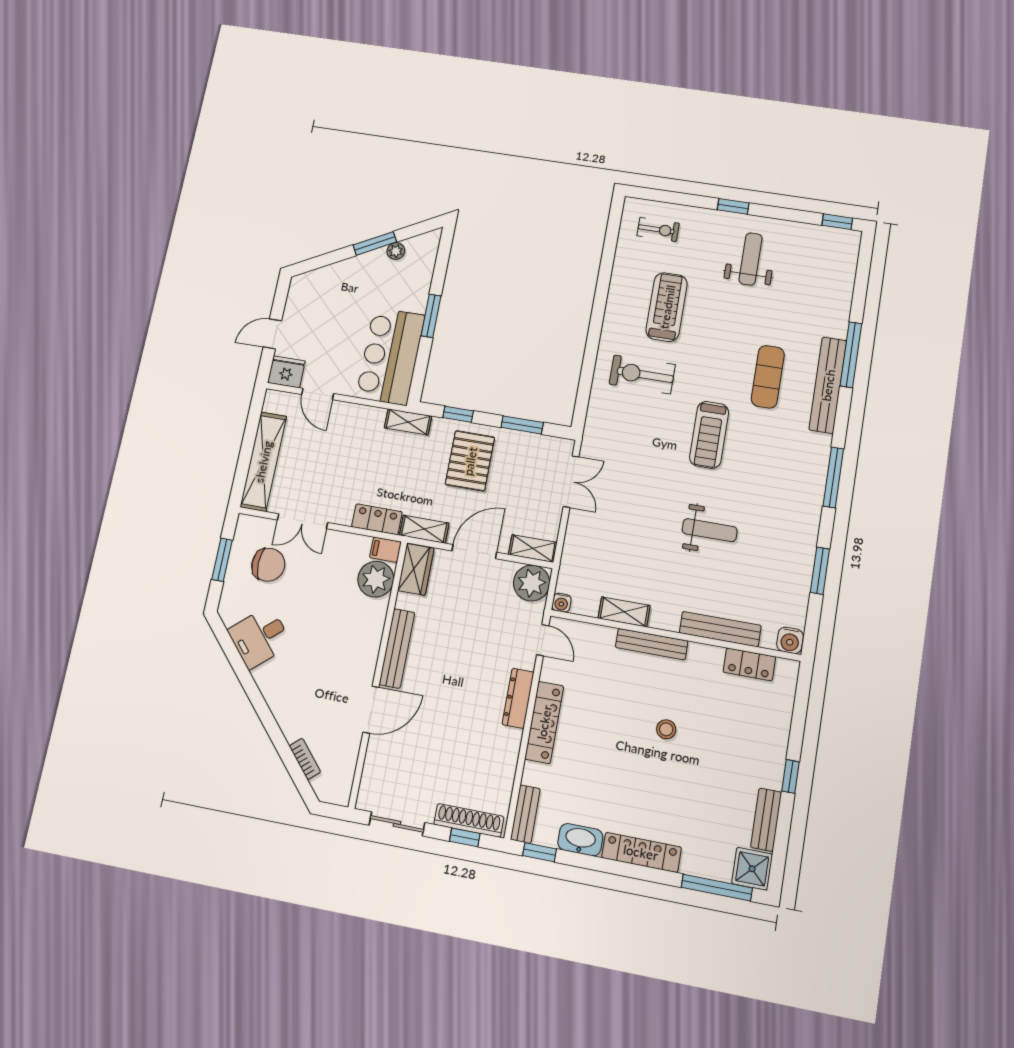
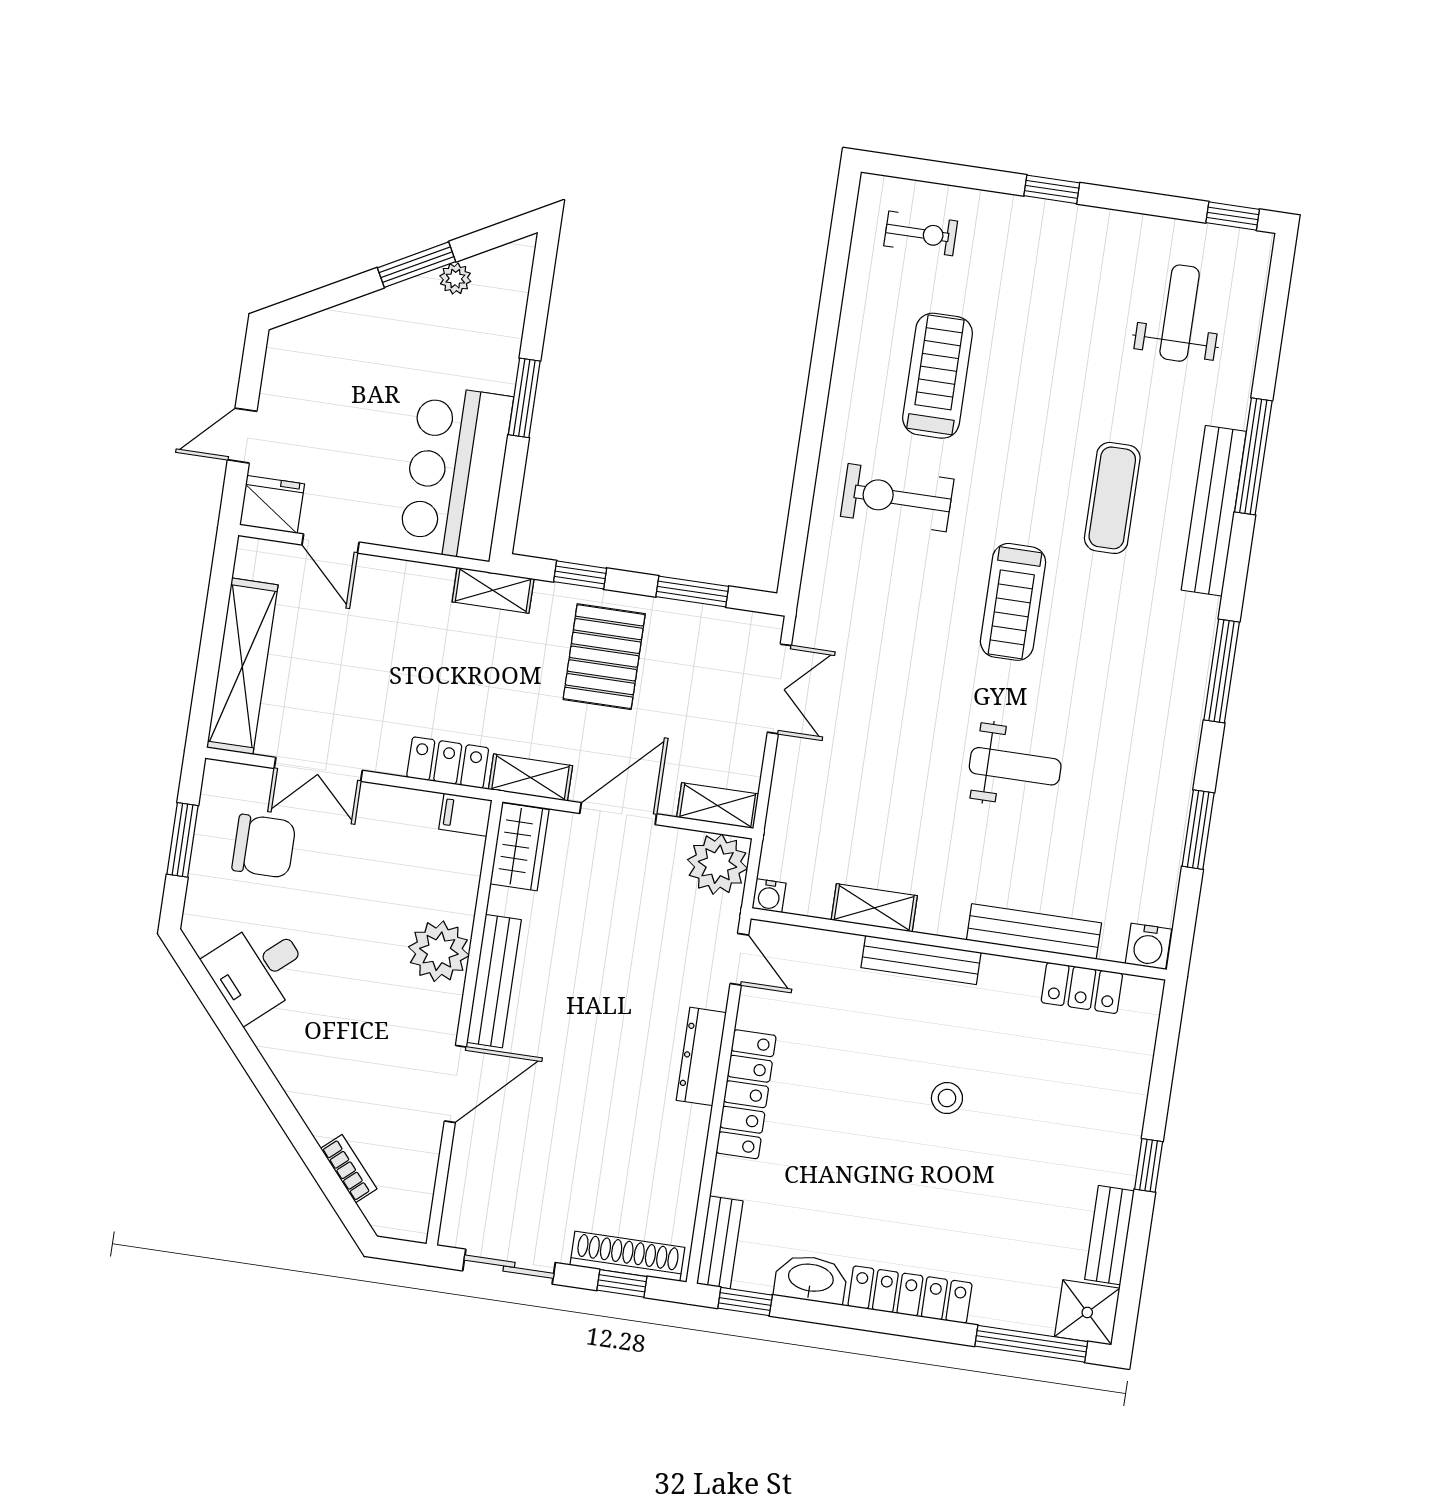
weight bench: (751, 259) -> (1180, 313), moved
plant: (376, 579) -> (439, 951), moved

